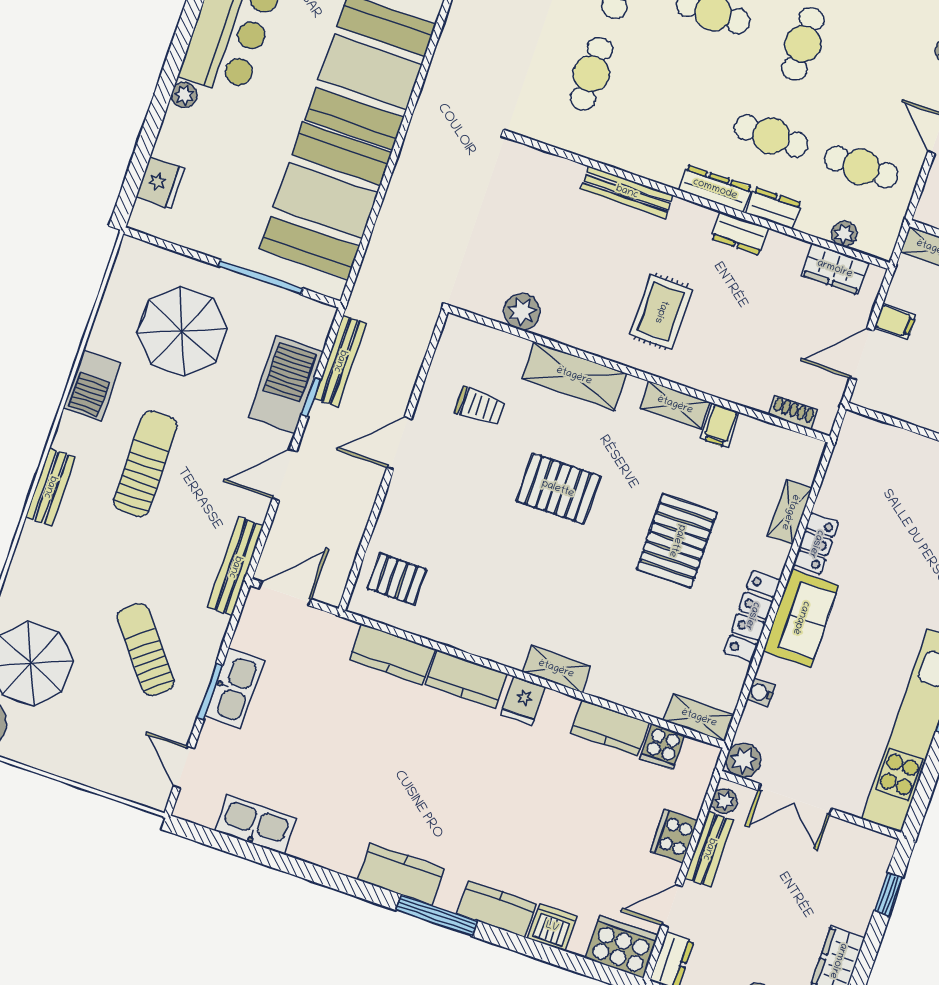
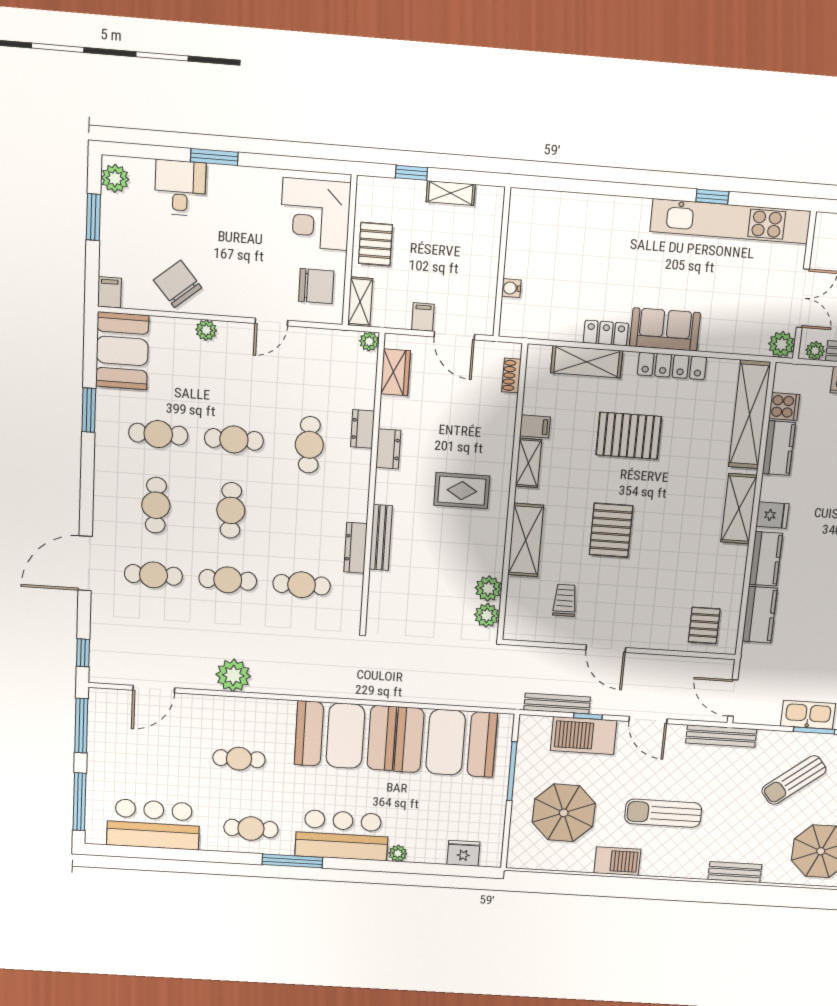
cafe table: (861, 167) -> (313, 373), removed
dresser: (715, 189) -> (356, 548), moved
plant: (844, 234) -> (369, 341), moved
plant: (486, 300) -> (487, 615), added
bench: (50, 487) -> (735, 872), moved
shelving: (790, 512) -> (587, 362), width x1.50, depth x1.33
shelving: (556, 669) -> (739, 509), width x1.50, depth x1.33
water cooler: (761, 693) -> (511, 288), moved, turned 90
shelving: (699, 718) -> (749, 415), width x2.20, depth x1.33

